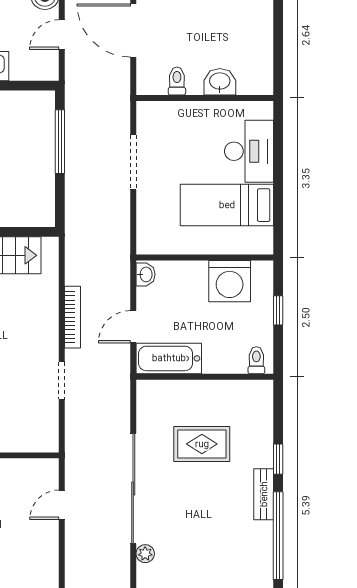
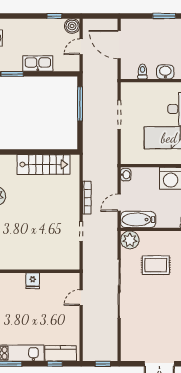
plant: (145, 554) -> (130, 240), moved, width x1.87, depth x1.87

